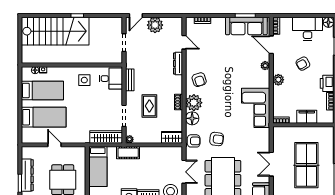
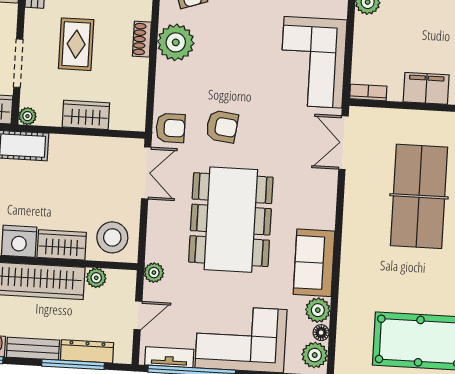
floor lamp: (192, 118) -> (170, 77), removed
wardrobe: (172, 137) -> (86, 115), moved
double door: (271, 164) -> (343, 143), moved
double door: (184, 172) -> (146, 173), moved

